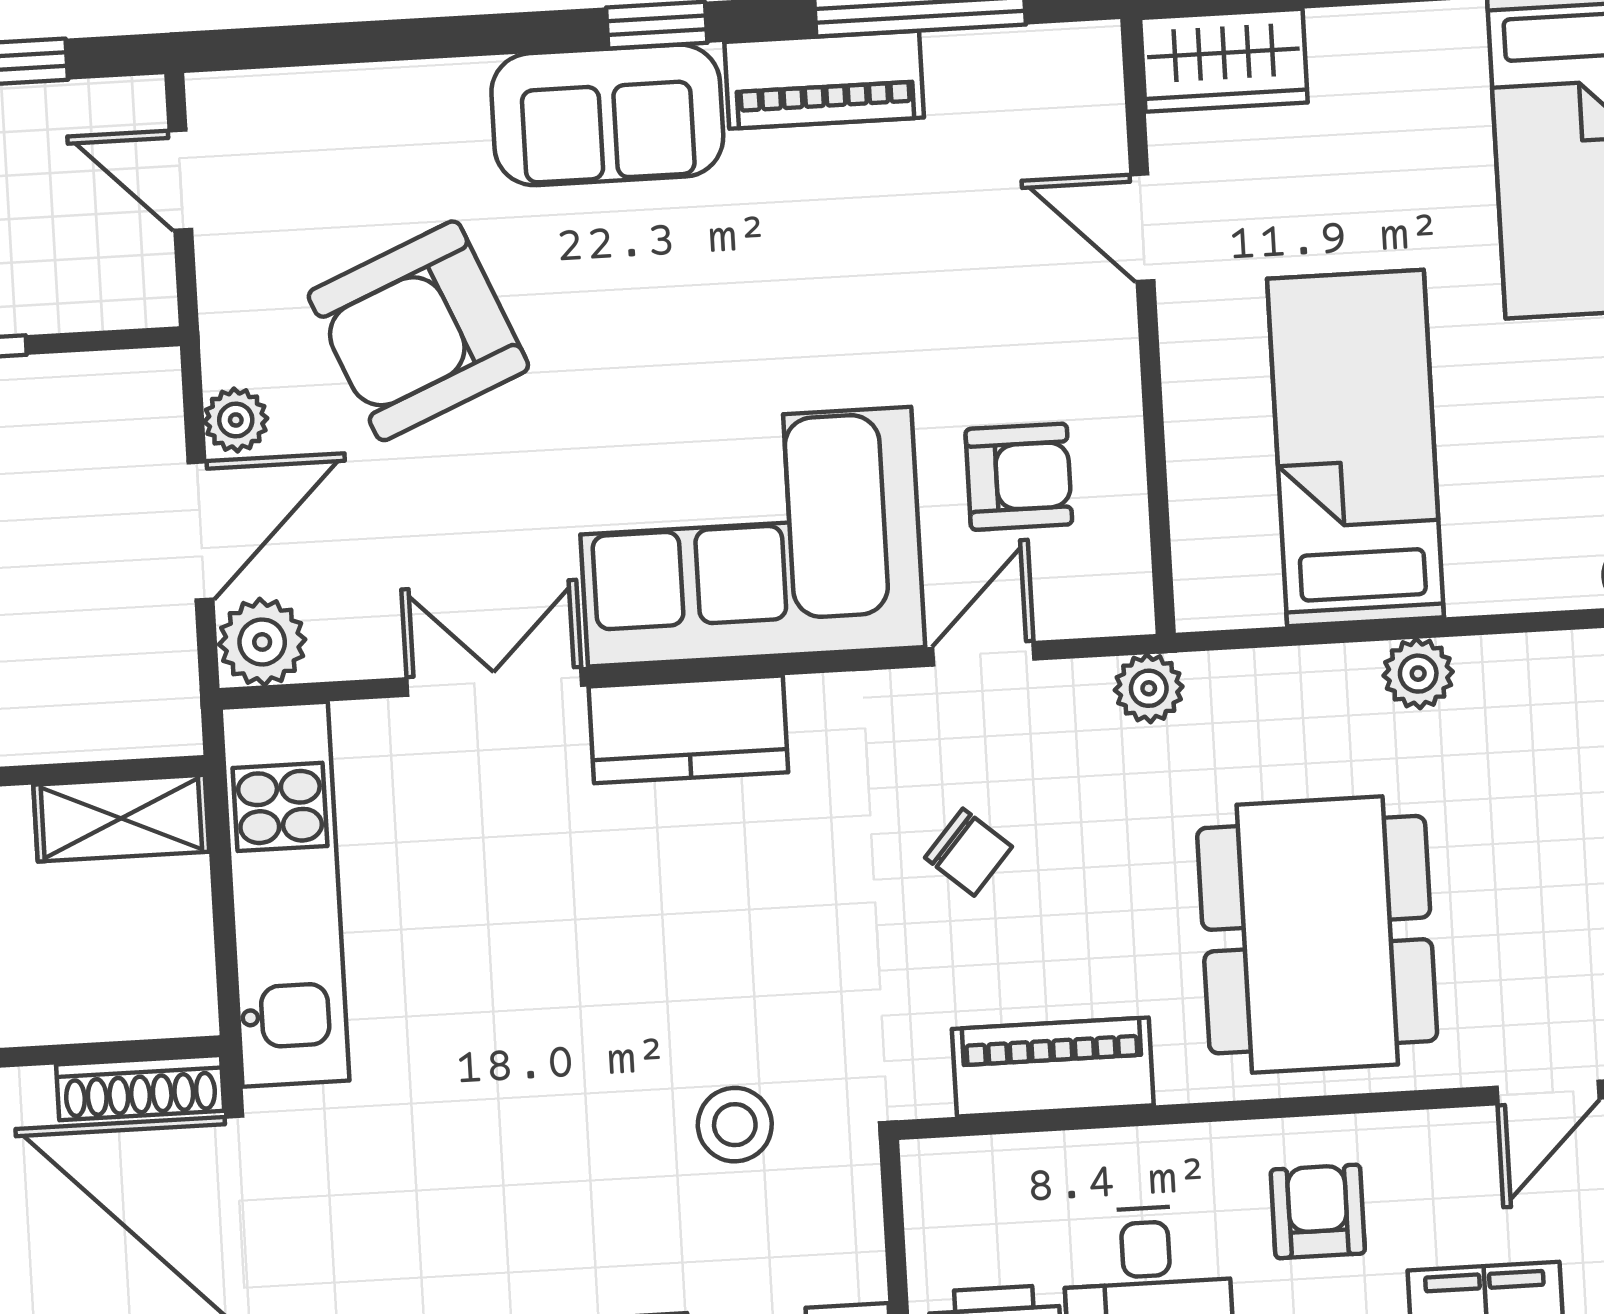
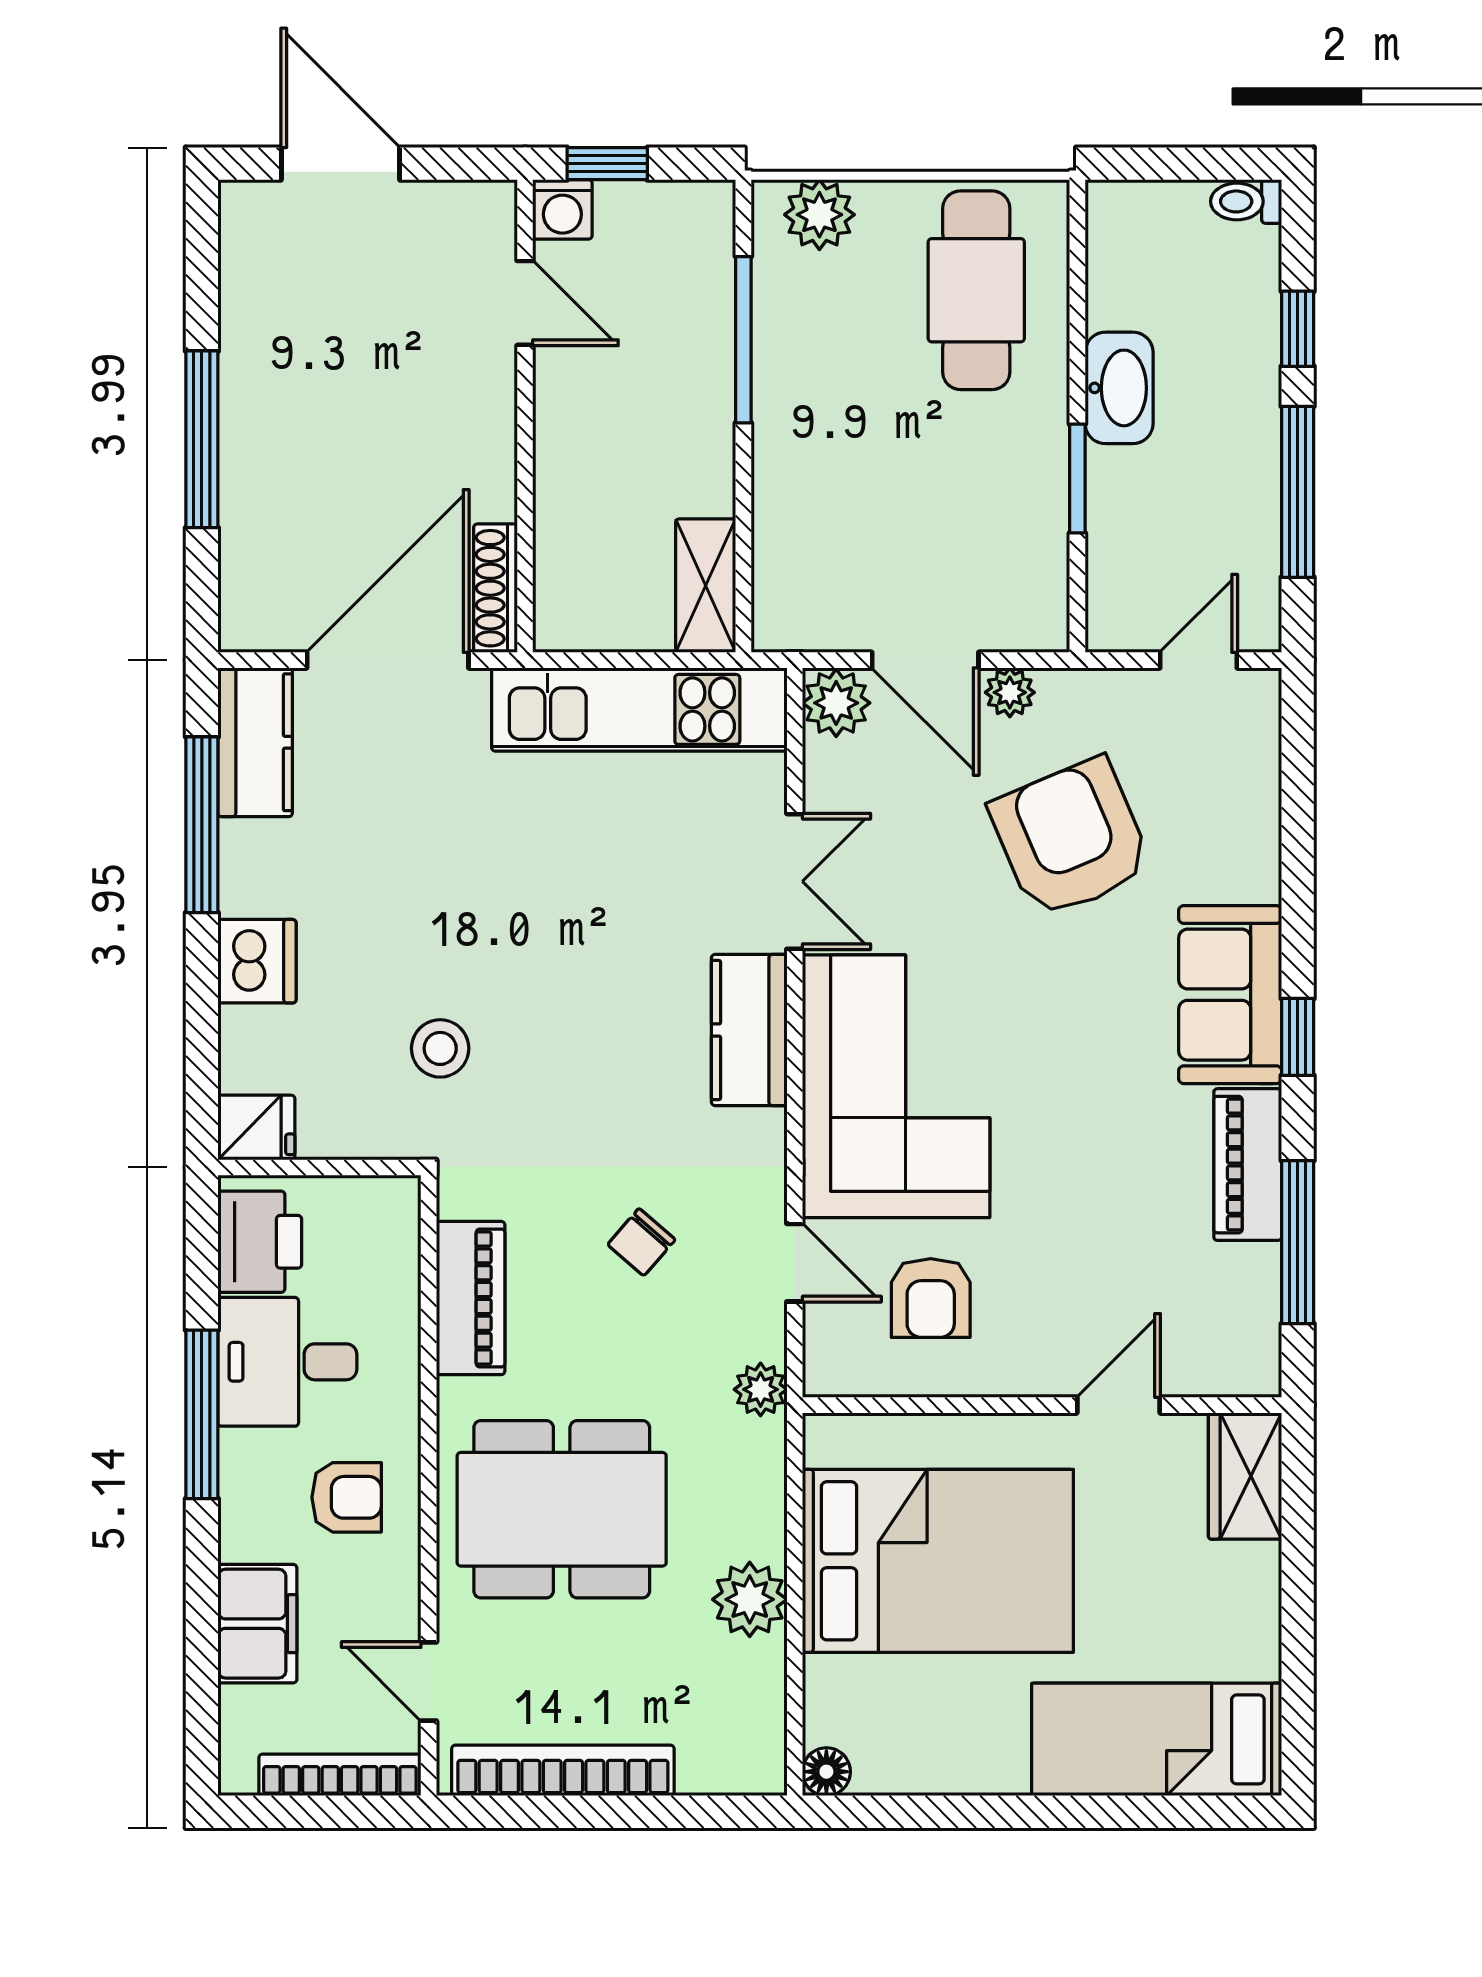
bed: (1356, 448) -> (938, 1561), width x1.50
plant: (1418, 674) -> (750, 1599), width x1.38, depth x1.38

